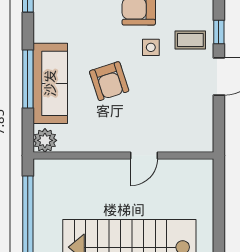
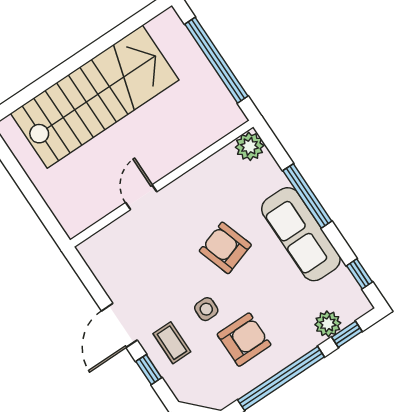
coffee table: (190, 40) -> (172, 343), turned 90
sofa: (50, 83) -> (301, 234), moved

